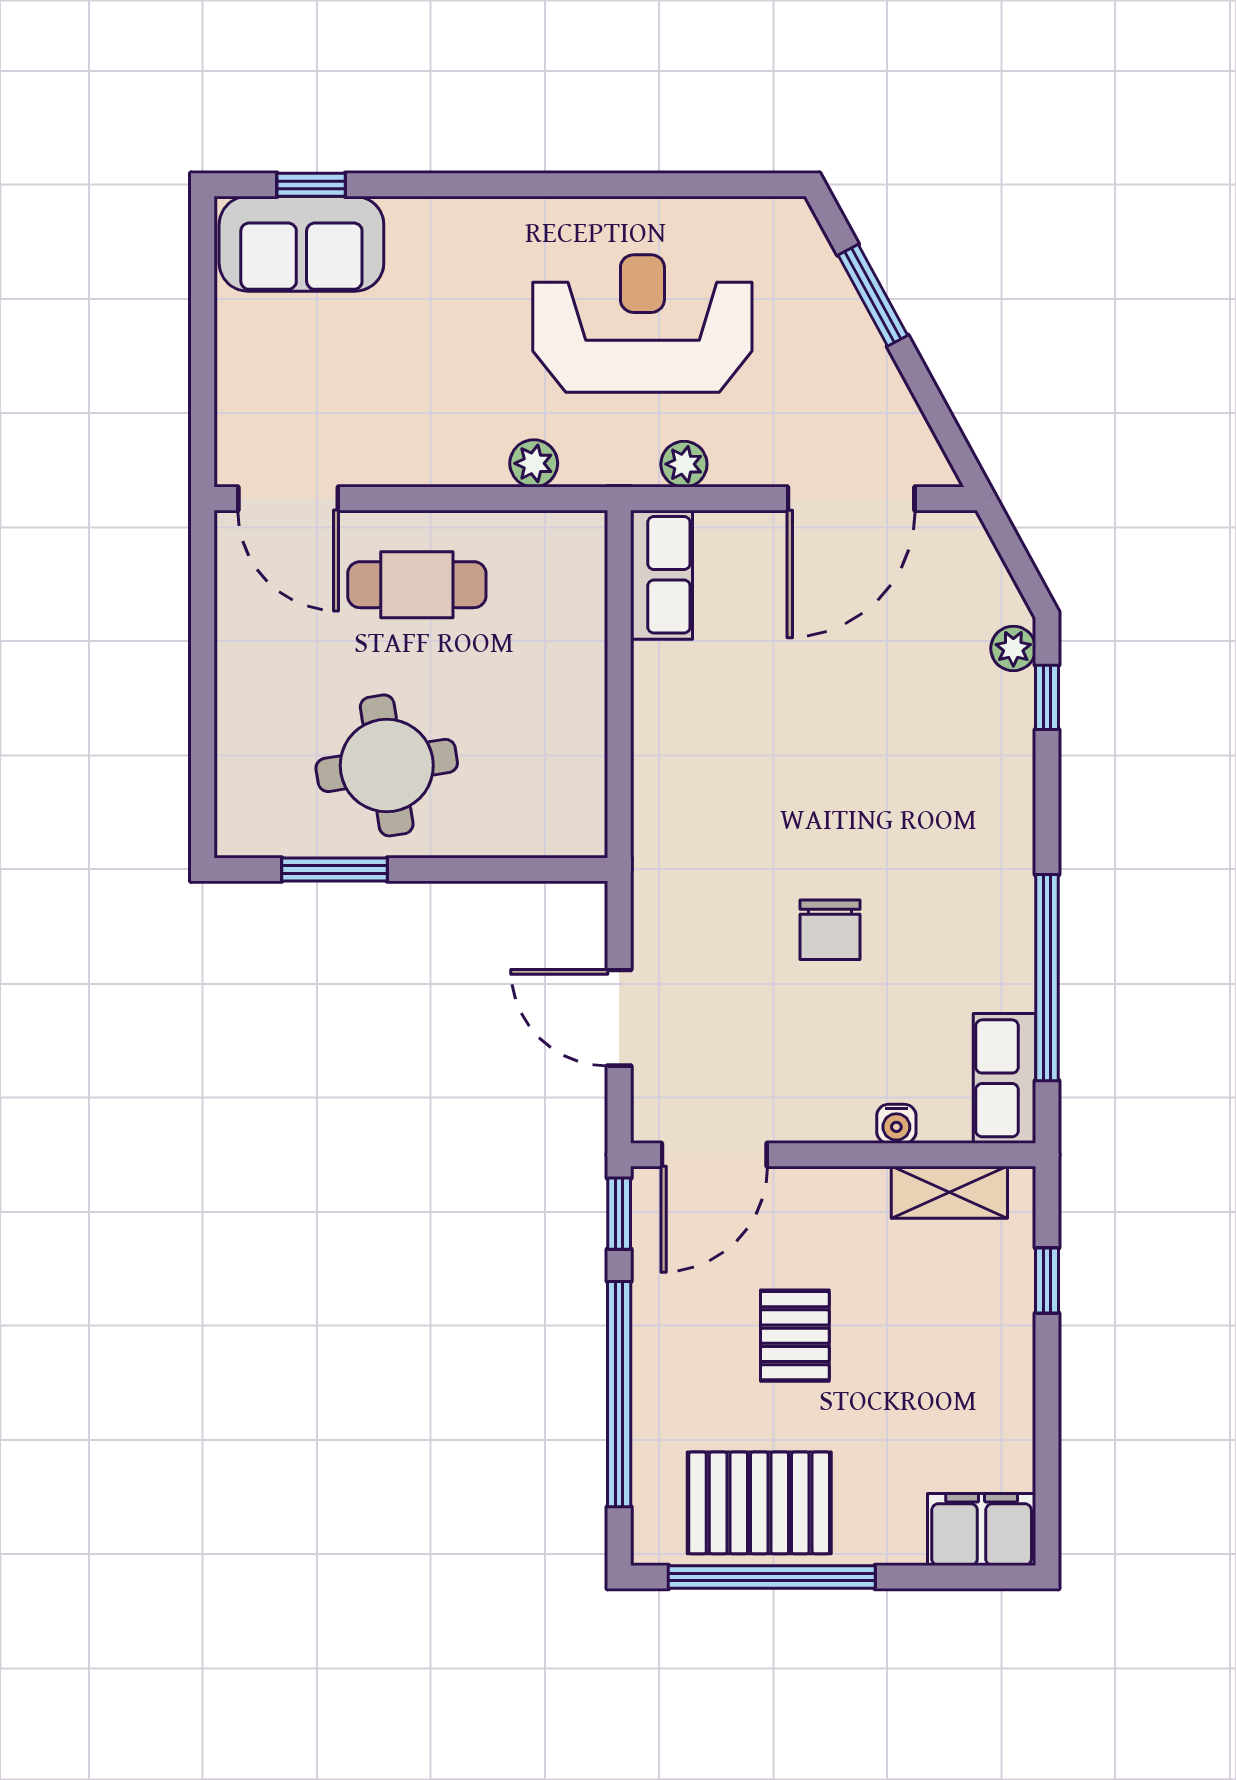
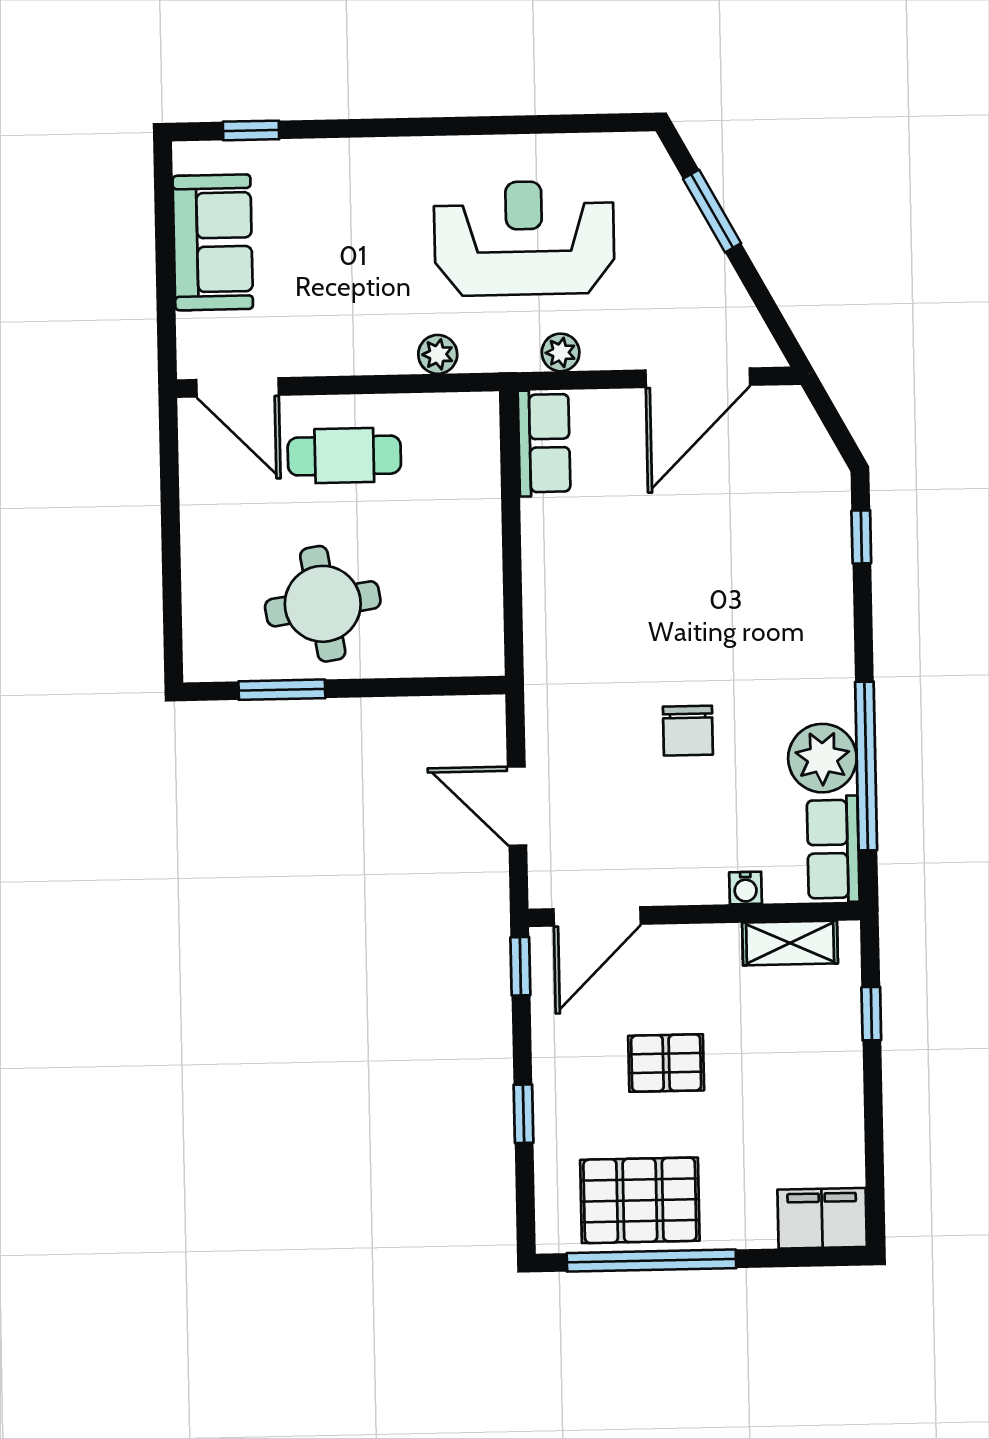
sofa: (301, 244) -> (213, 242), moved, turned -90
plant: (1013, 648) -> (822, 758), moved, width x1.88, depth x1.88
pallet: (795, 1336) -> (666, 1063), turned 90
window: (619, 1394) -> (523, 1114), width x0.32

